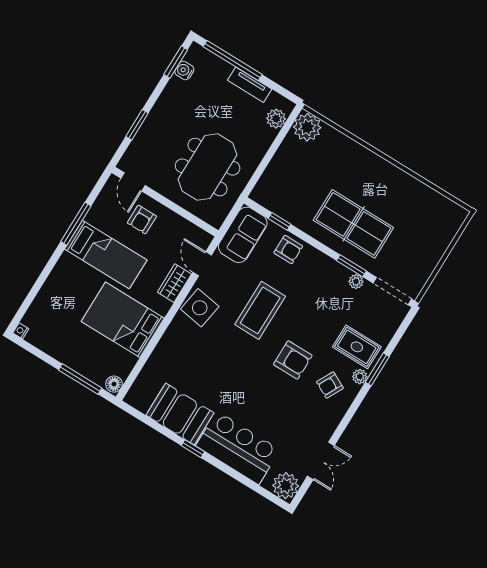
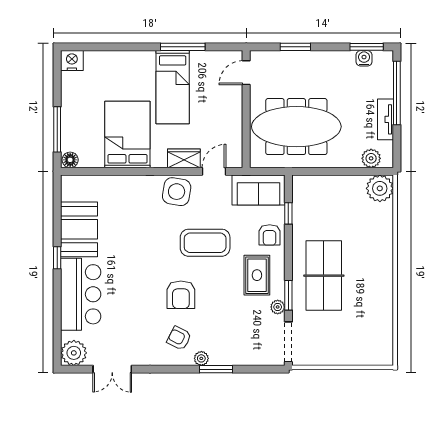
meeting table: (208, 167) -> (296, 127), width x1.36
armchair: (142, 220) -> (220, 99), removed
nightstand: (21, 331) -> (72, 61), width x1.89, depth x1.79
rug: (357, 347) -> (257, 275), moved

